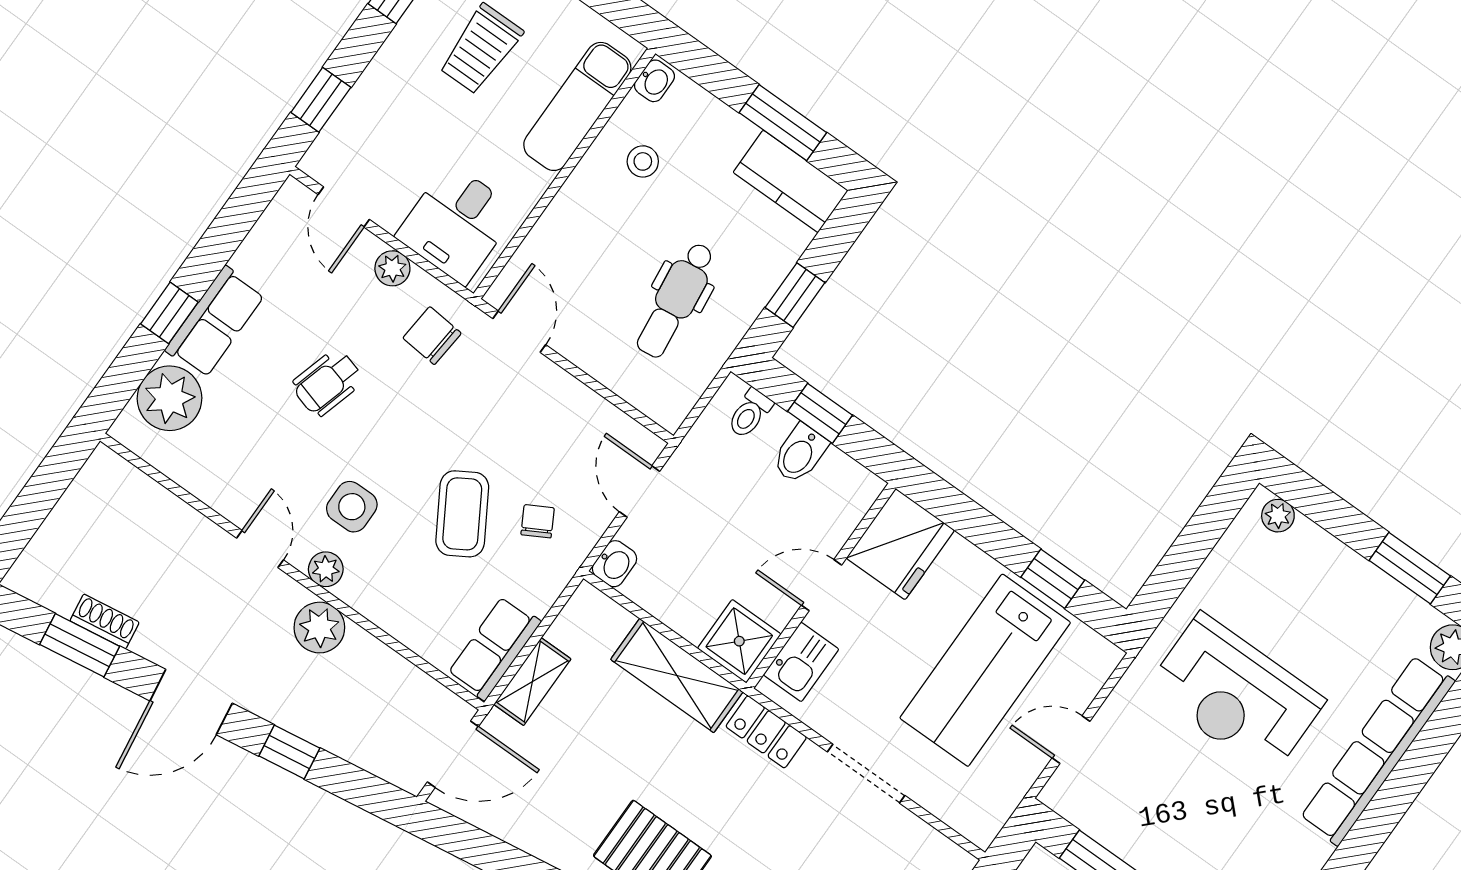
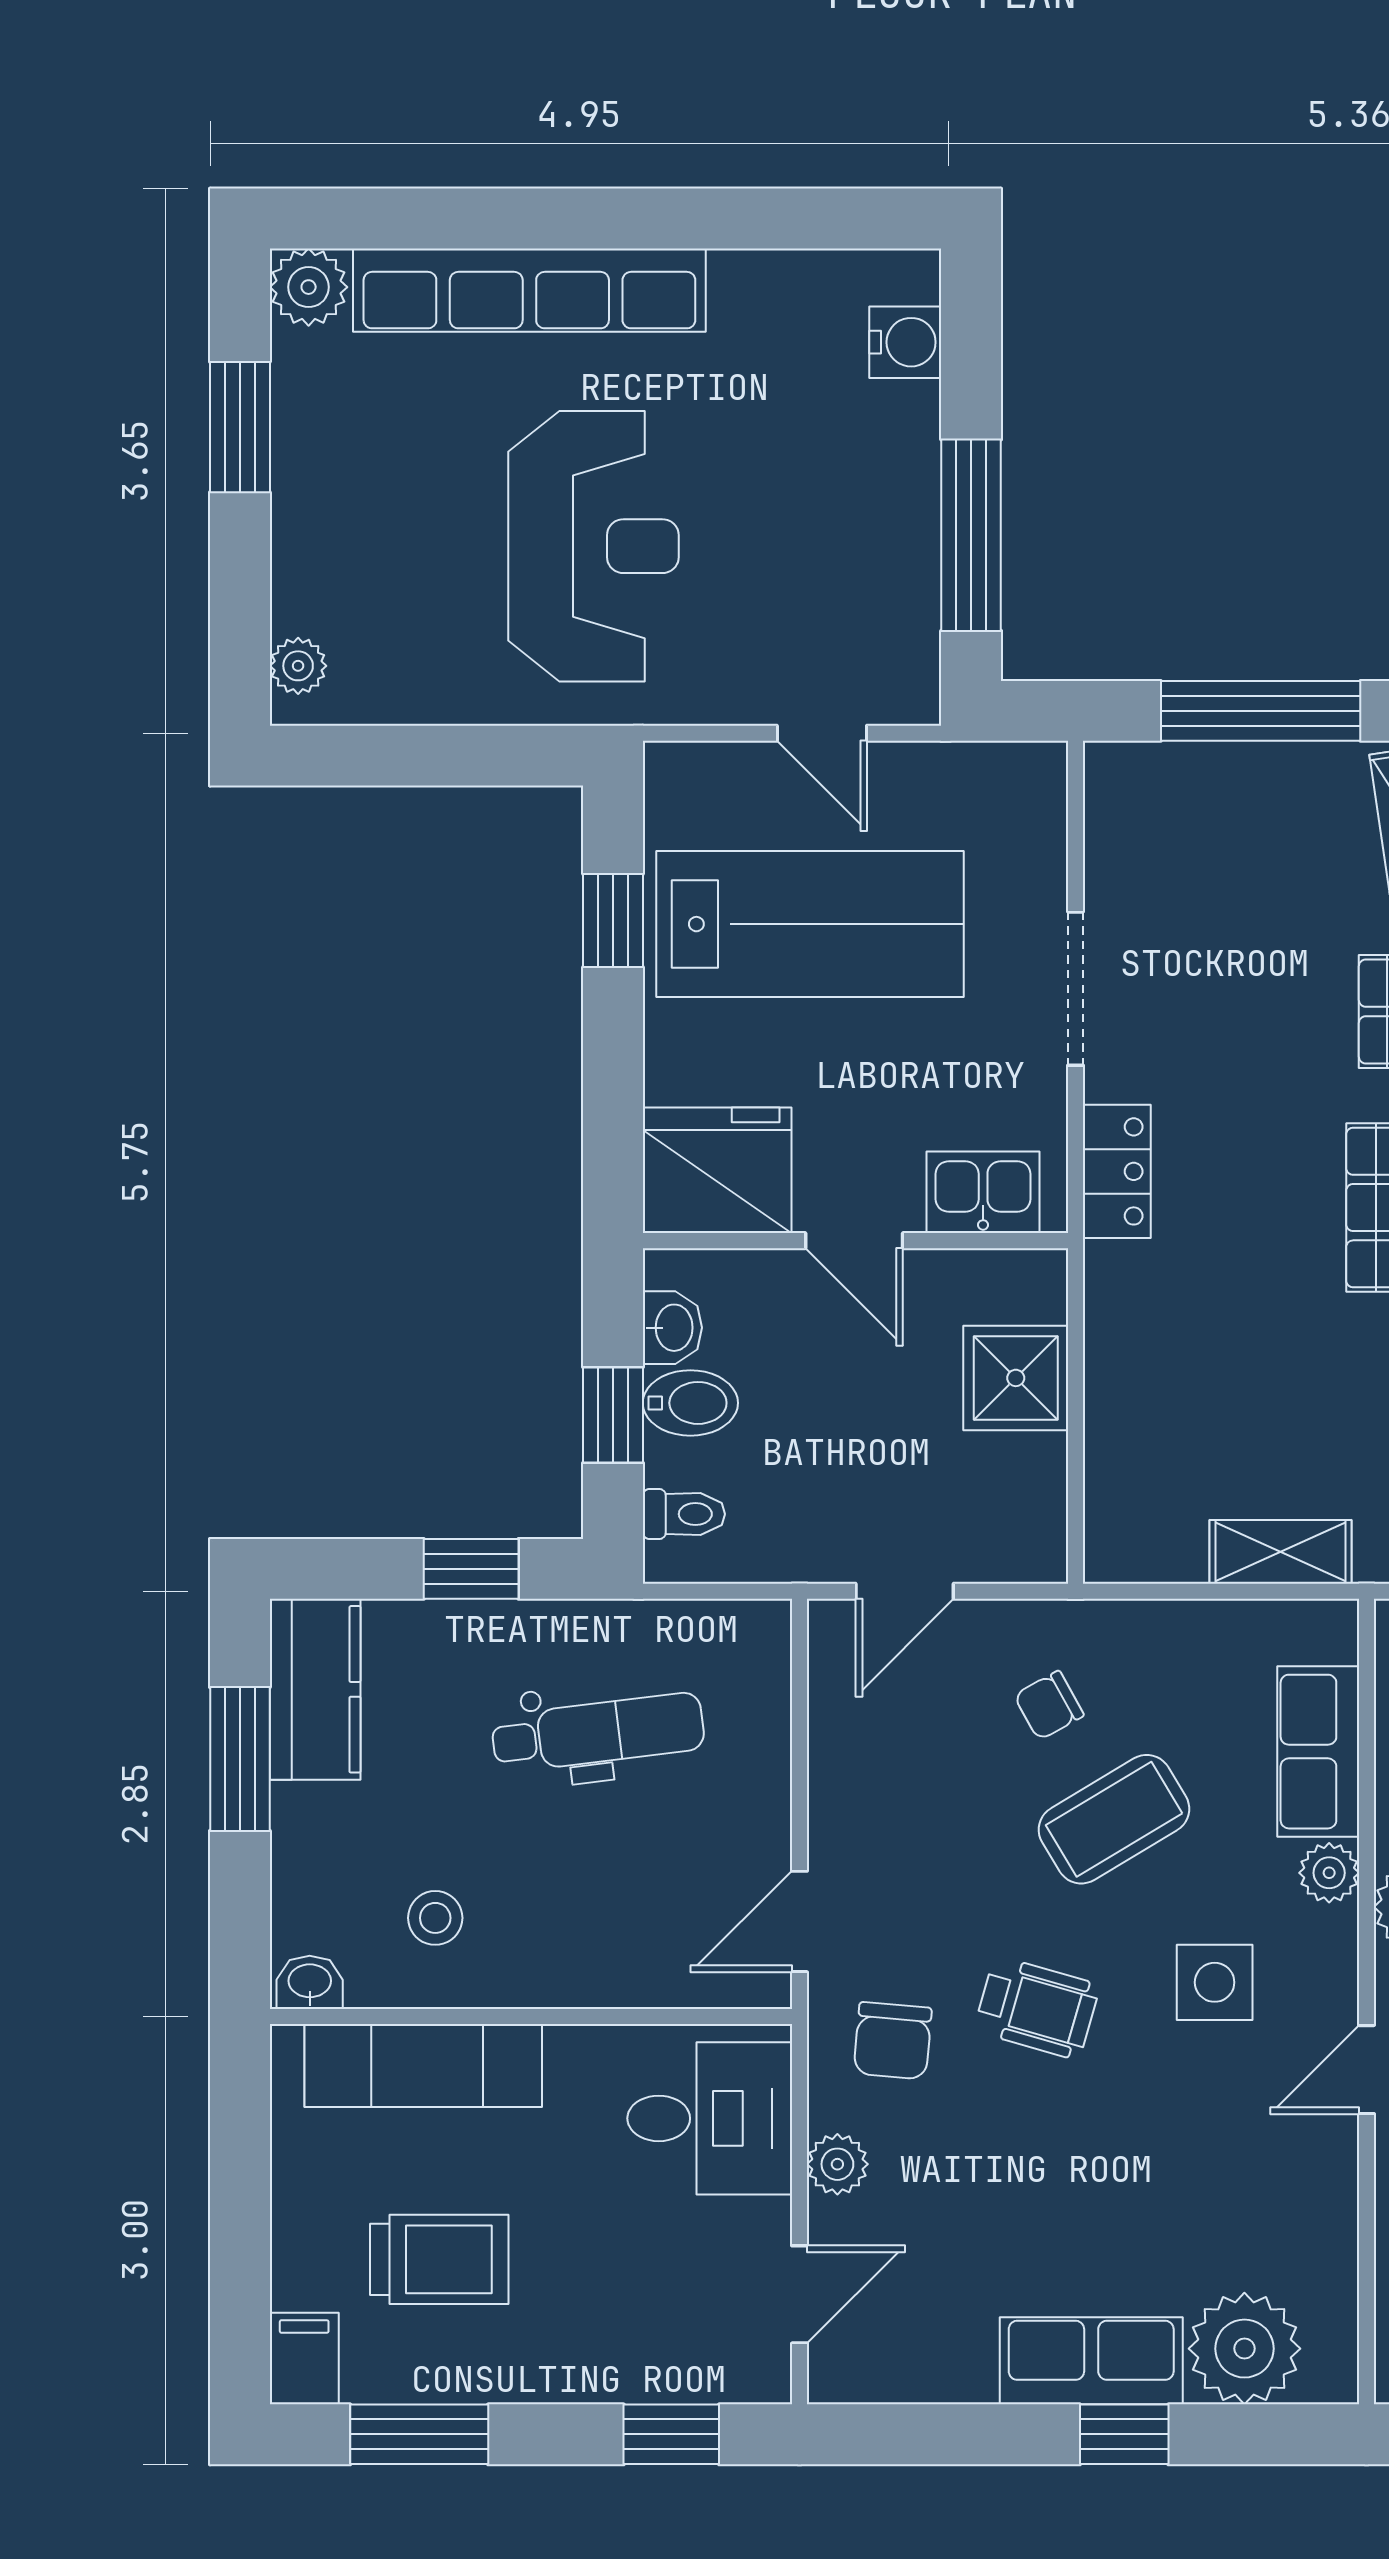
wheelchair: (327, 383) -> (1037, 2008), moved
washbasin: (615, 564) -> (672, 1328), moved, turned 90
plant: (326, 569) -> (1329, 1873), moved
shower: (739, 641) -> (1016, 1378), moved
row of seats: (494, 648) -> (1318, 1752), moved, turned 90
shelving: (677, 676) -> (1127, 1354), removed

